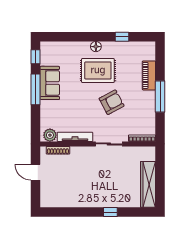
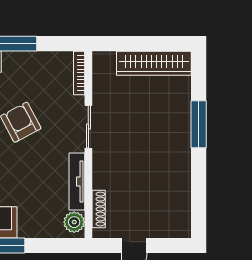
window: (110, 212) -> (199, 124), width x2.17

